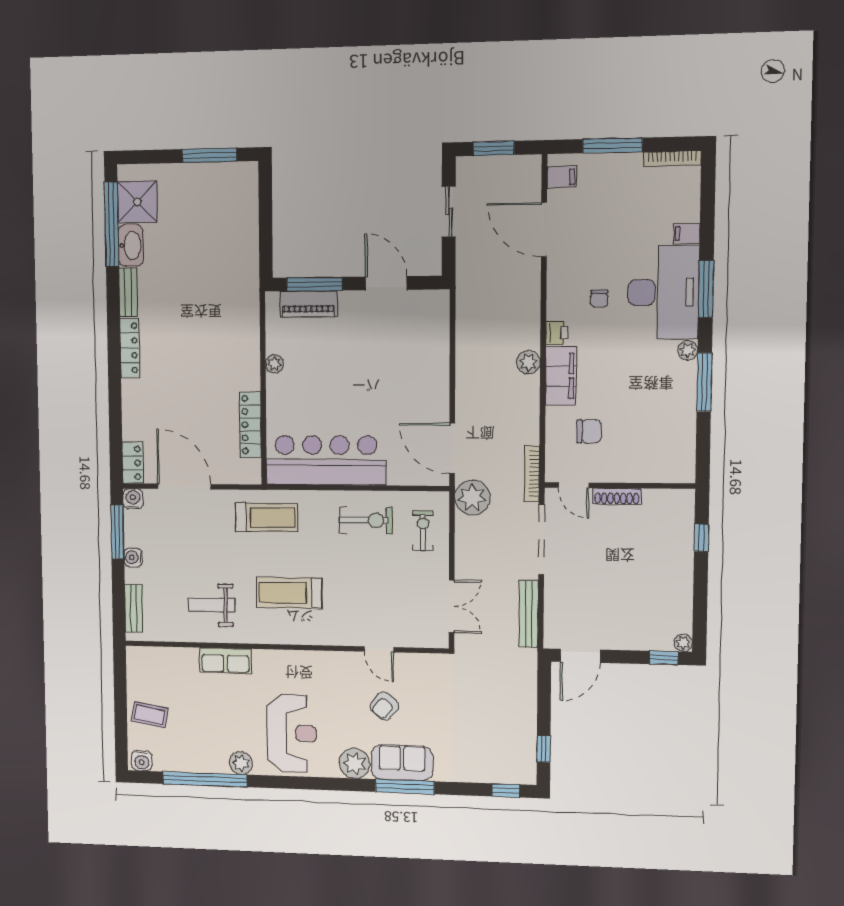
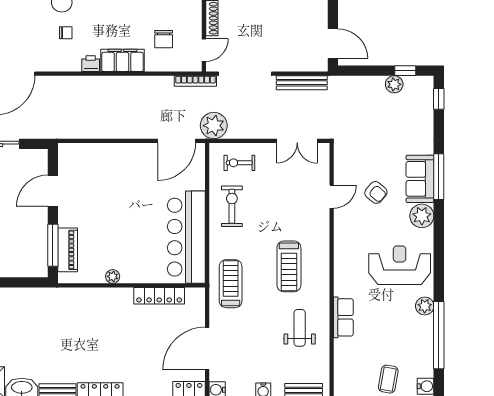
plant: (528, 362) -> (394, 84), moved
chair: (589, 431) -> (164, 39), turned 180
weight bench: (212, 605) -> (300, 328), turned 180
double door: (452, 606) -> (297, 141), swing flipped

